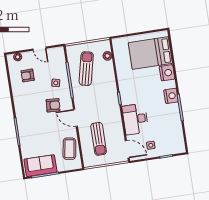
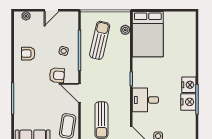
door: (40, 49) -> (52, 10), hinge flipped
bed: (150, 53) -> (148, 34), moved, turned -90
nightstand: (167, 73) -> (188, 102), moved
armchair: (28, 76) -> (28, 54), moved
desk: (135, 119) -> (145, 100), width x0.73

